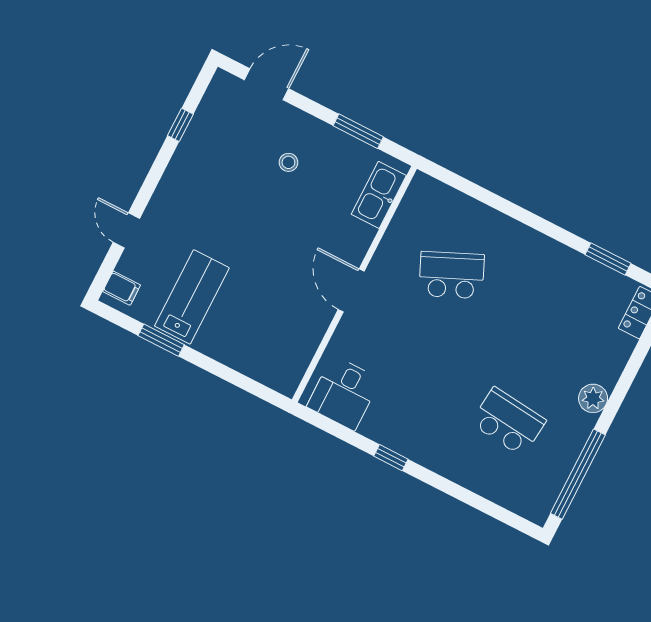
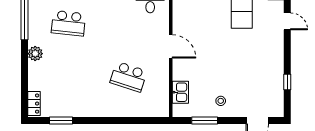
stool: (288, 162) -> (221, 101), moved
kitchen sink: (379, 195) -> (180, 92), width x0.73
school desk: (452, 275) -> (129, 77), turned 42

